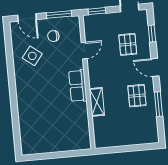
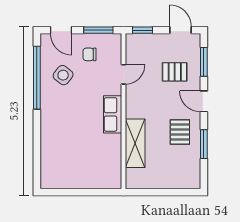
window: (152, 34) -> (204, 62), width x1.50
pallet: (128, 44) -> (175, 72), turned 90
window: (10, 60) -> (37, 78), added
shelving: (97, 102) -> (135, 143), width x1.50, depth x1.33

